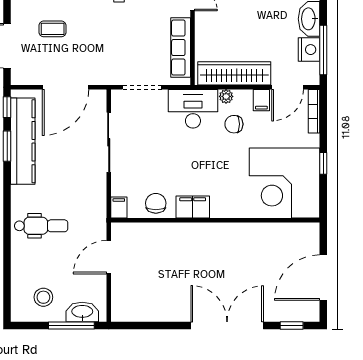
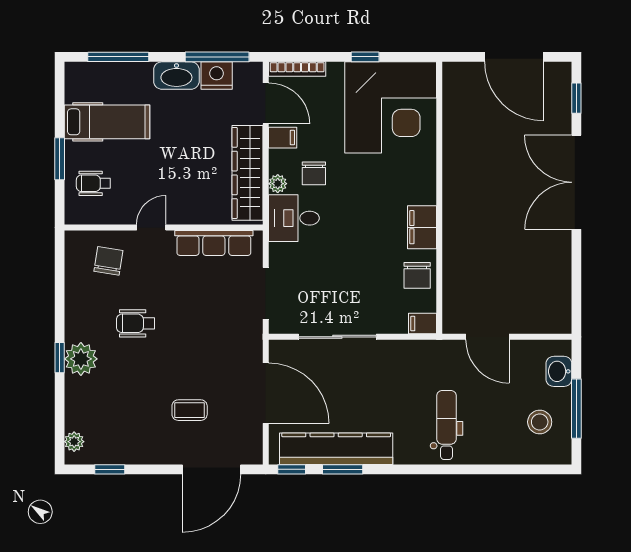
coffee table: (53, 29) -> (190, 410), turned 90
desk: (193, 109) -> (294, 218), width x0.73
chair: (156, 203) -> (417, 275), turned -90
washbasin: (82, 312) -> (559, 371), width x0.72
window: (71, 325) -> (576, 409), moved

